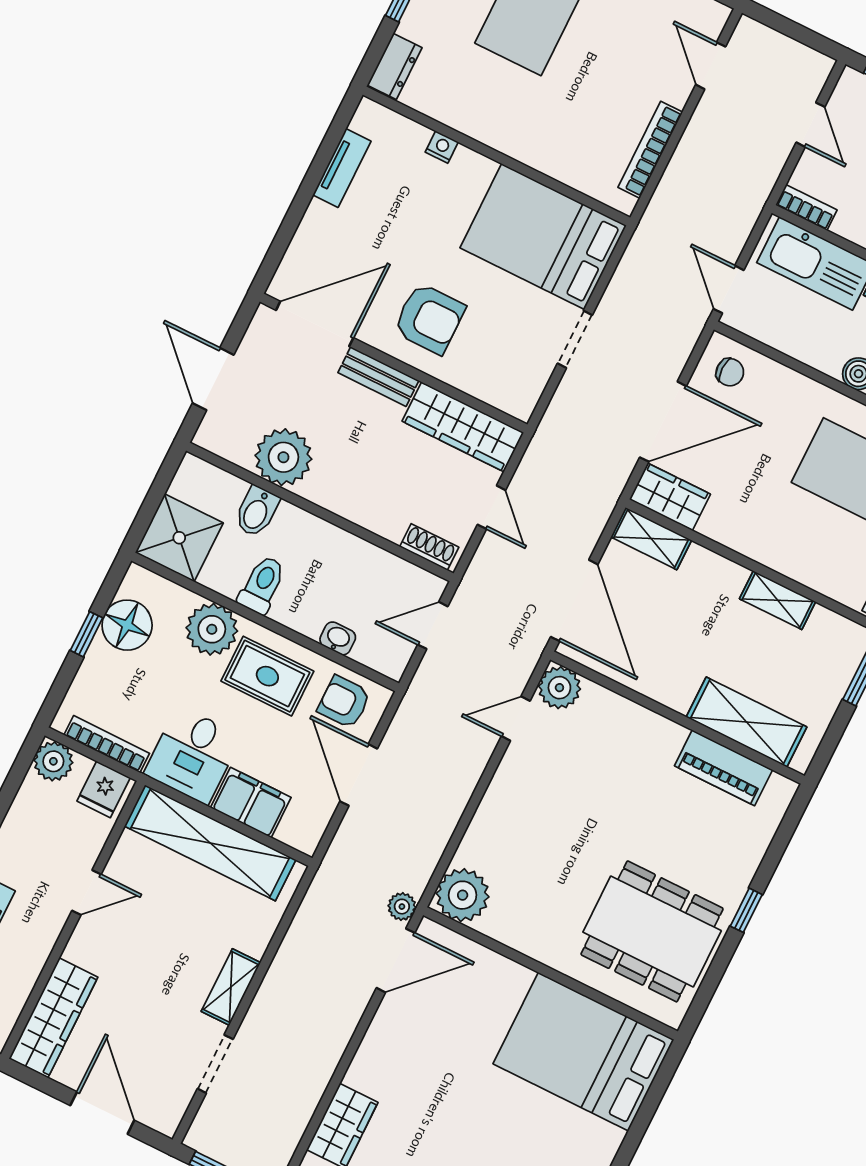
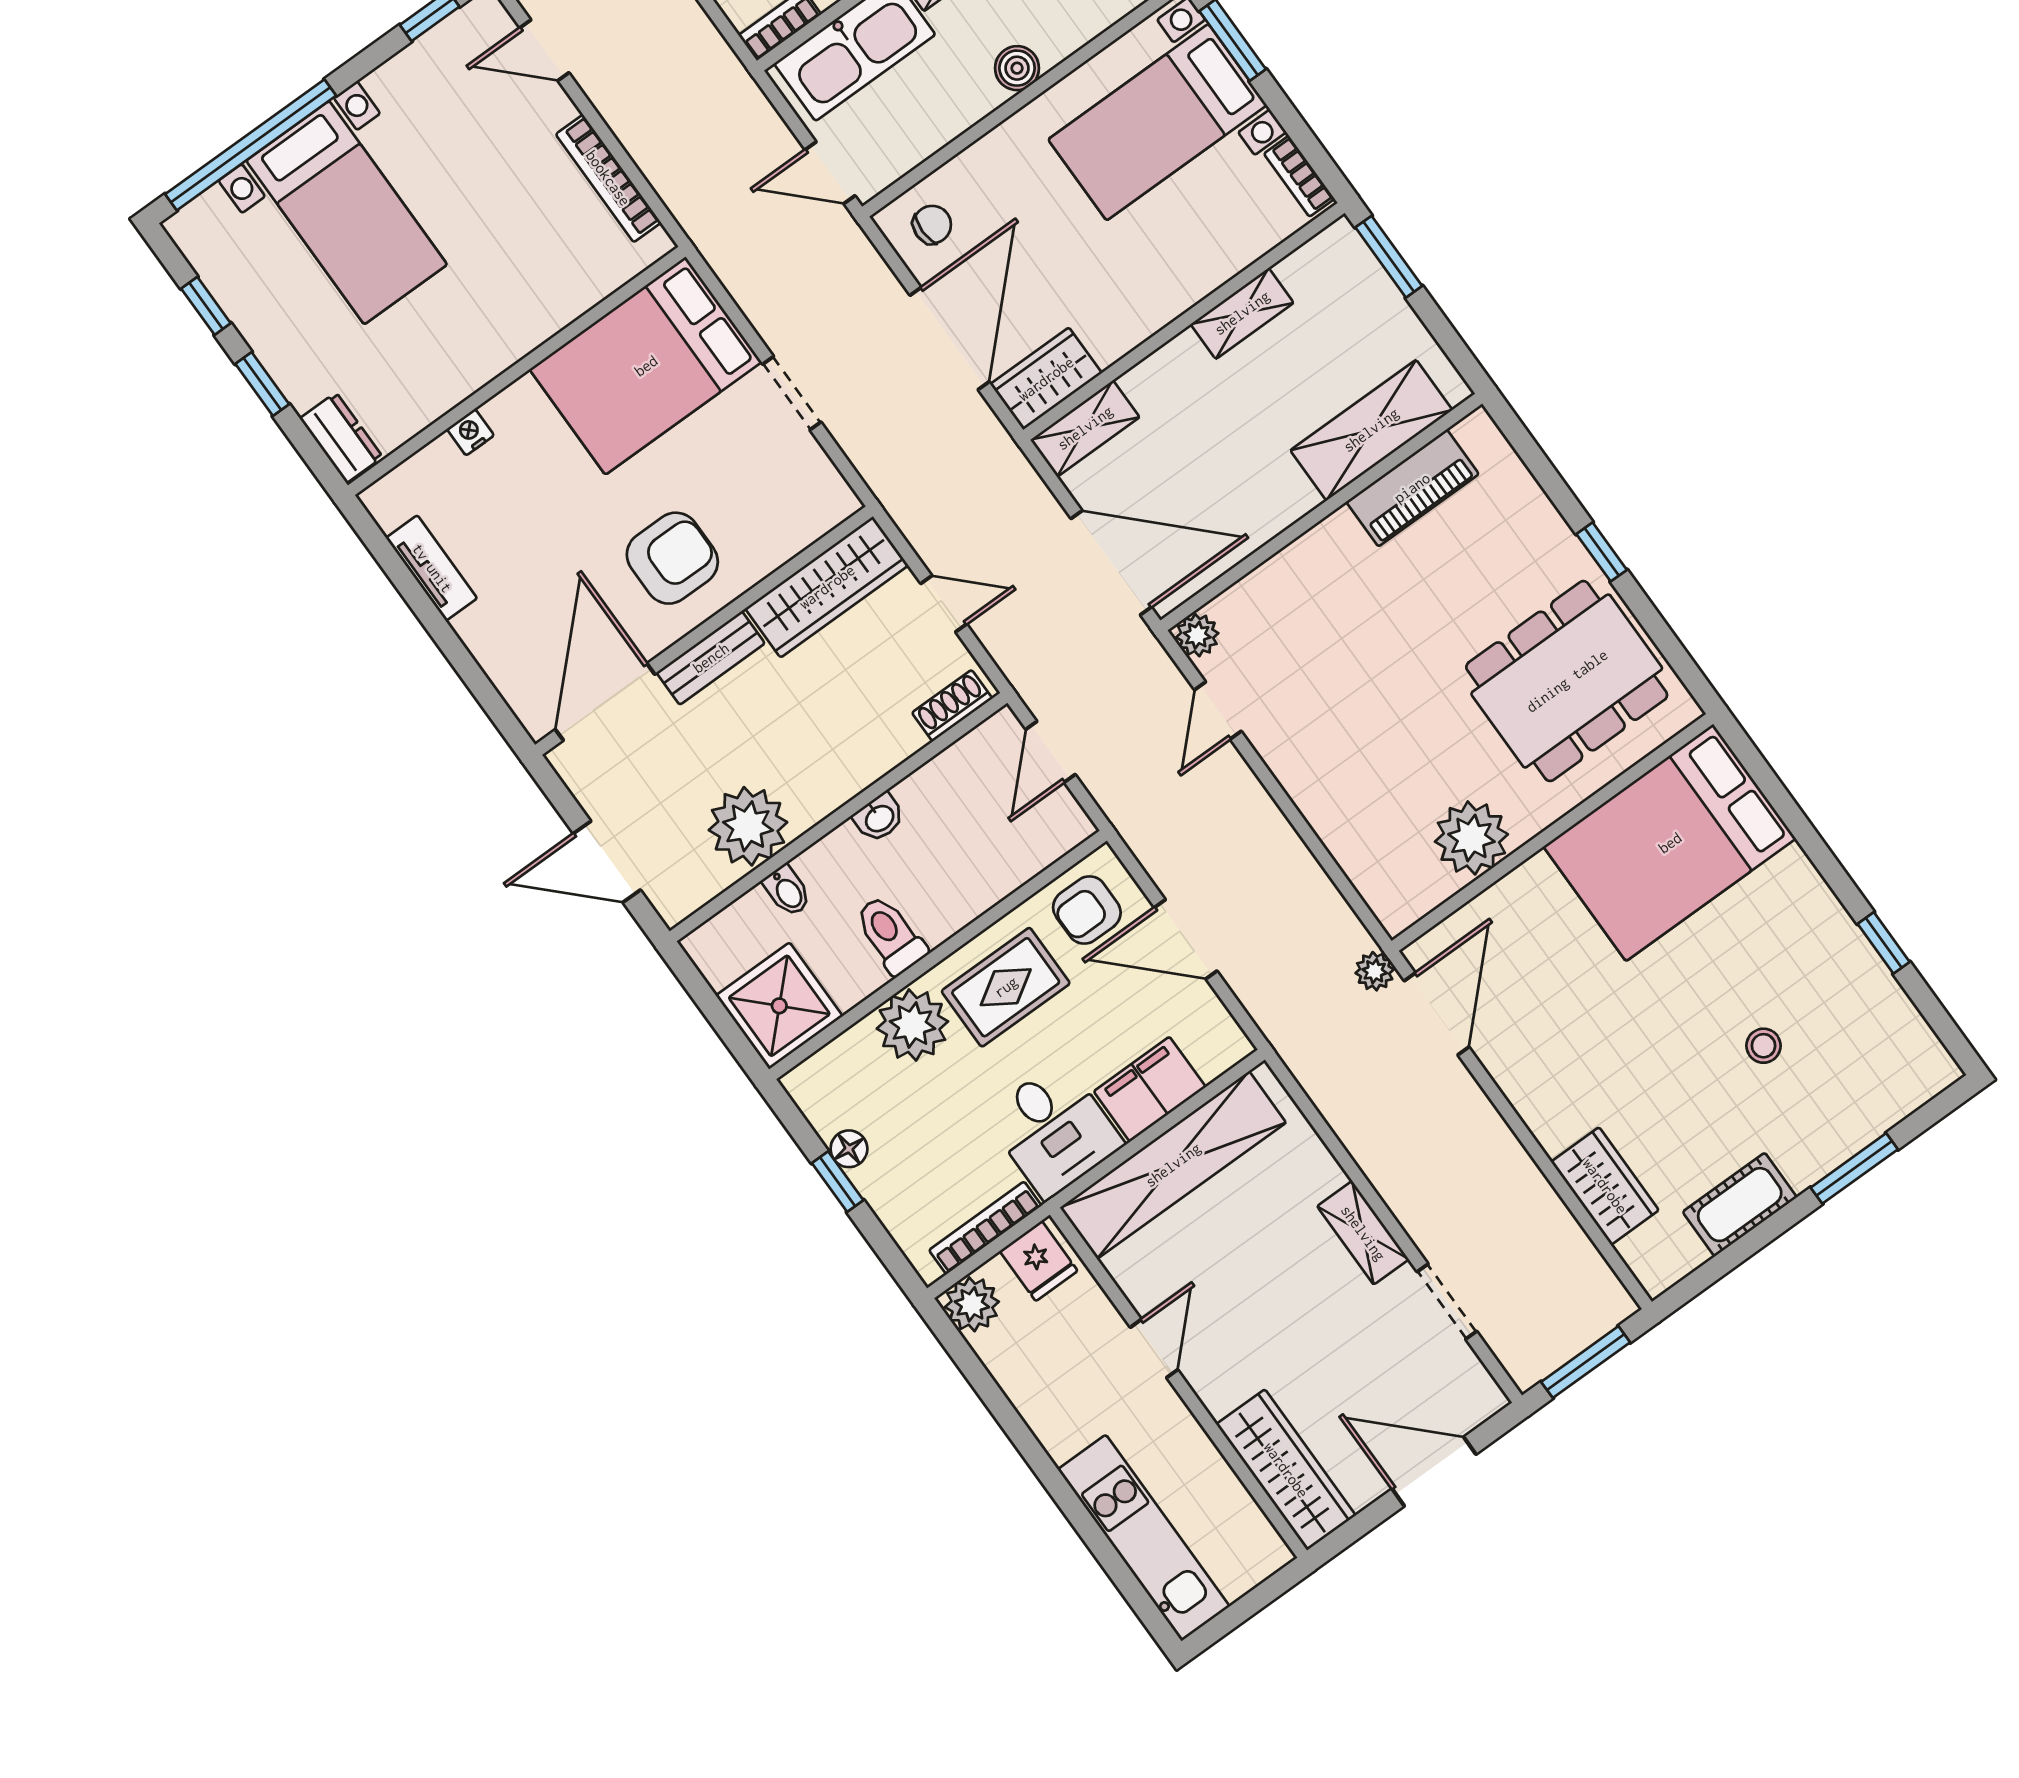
bidet: (257, 511) -> (787, 891), width x0.72, depth x0.74
floor lamp: (127, 625) -> (849, 1149), width x0.53, depth x0.53
washbasin: (338, 638) -> (879, 818), moved, turned 180
plant: (559, 688) -> (1197, 635), width x0.73, depth x0.73
plant: (463, 895) -> (1471, 838), moved

